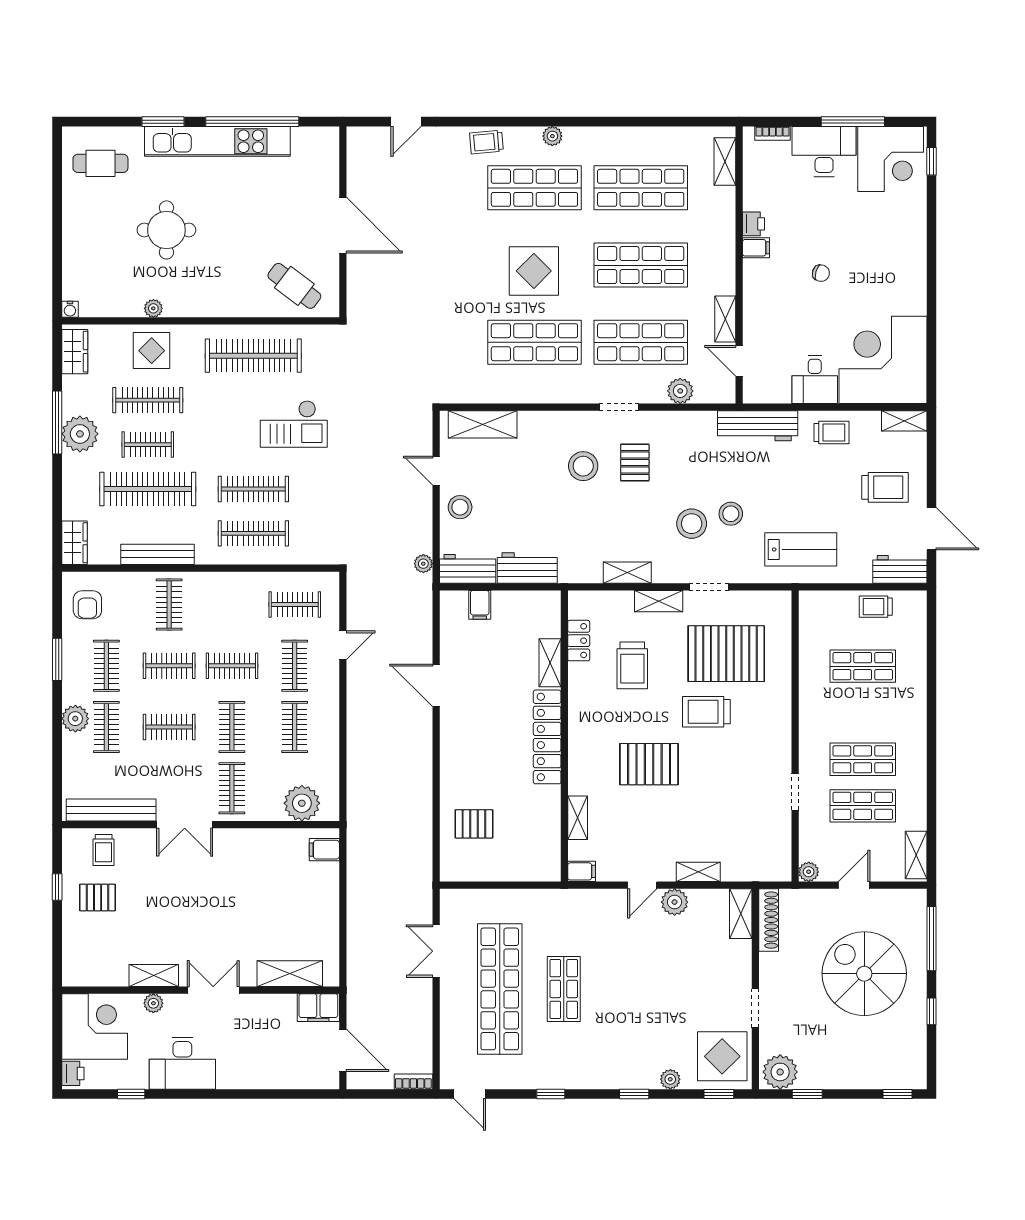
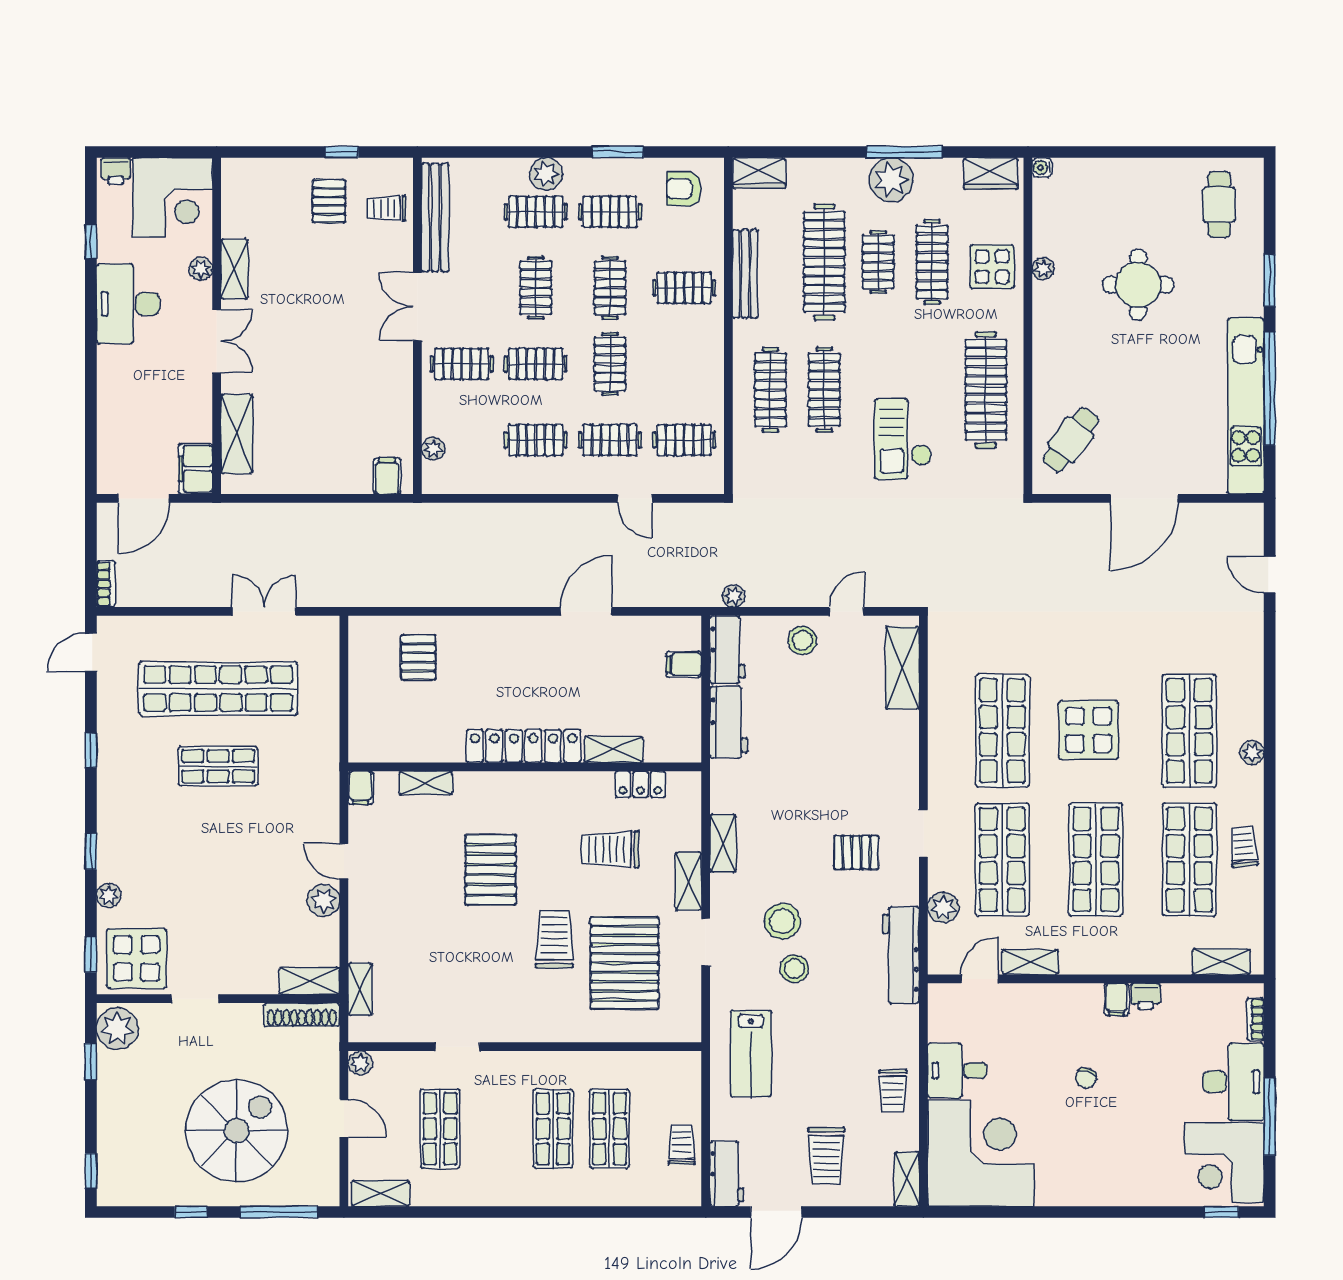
kitchen unit: (217, 141) -> (1246, 406), moved
trolley: (486, 142) -> (1243, 847), moved
workbench: (758, 426) -> (901, 955), moved
stool: (583, 466) -> (852, 790), removed
clothes rail: (295, 605) -> (684, 440), turned 90
shop shelf: (863, 759) -> (553, 1129), moved
plant: (302, 803) -> (433, 449), width x0.53, depth x0.53
shelving: (698, 872) -> (360, 989), moved

